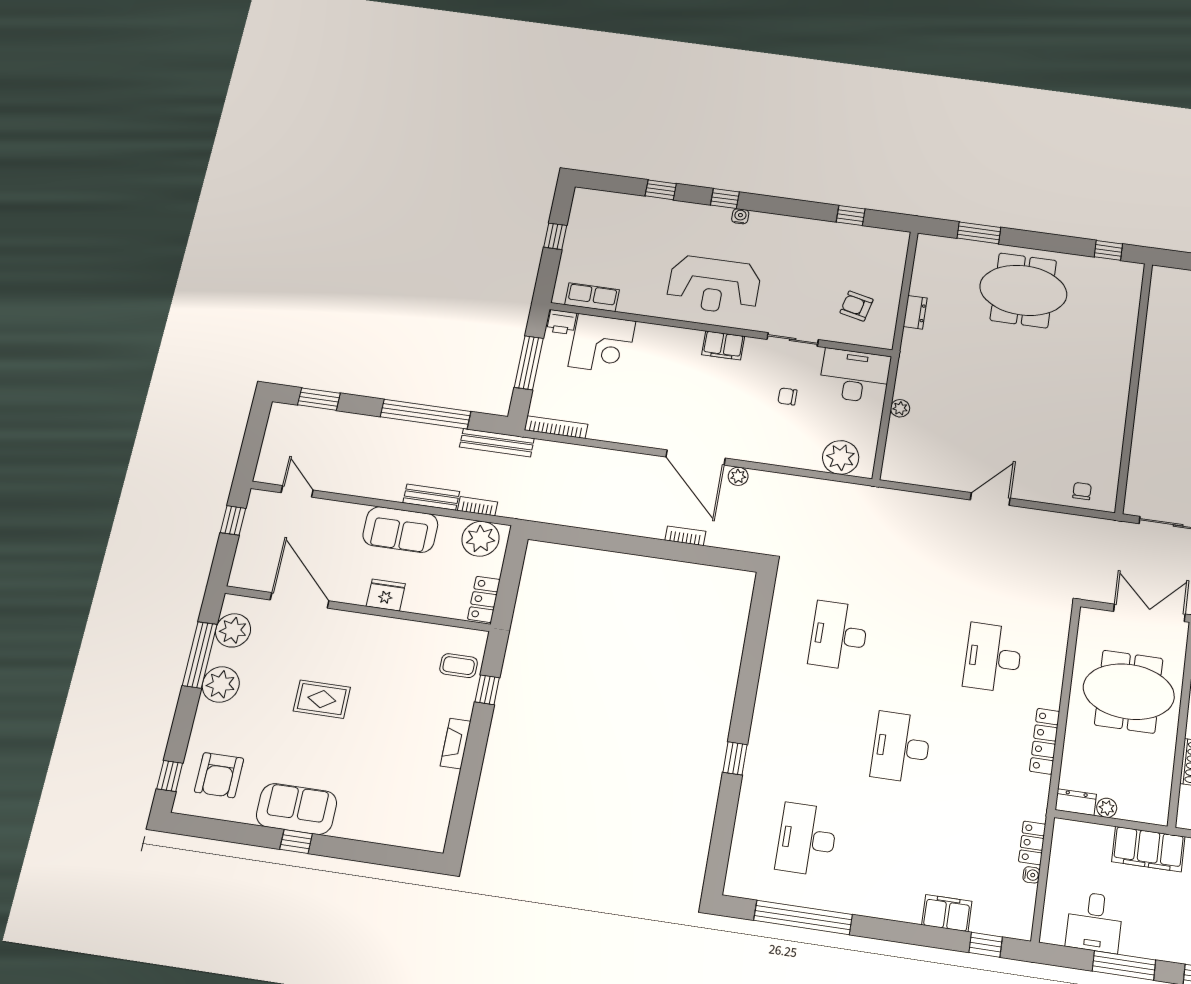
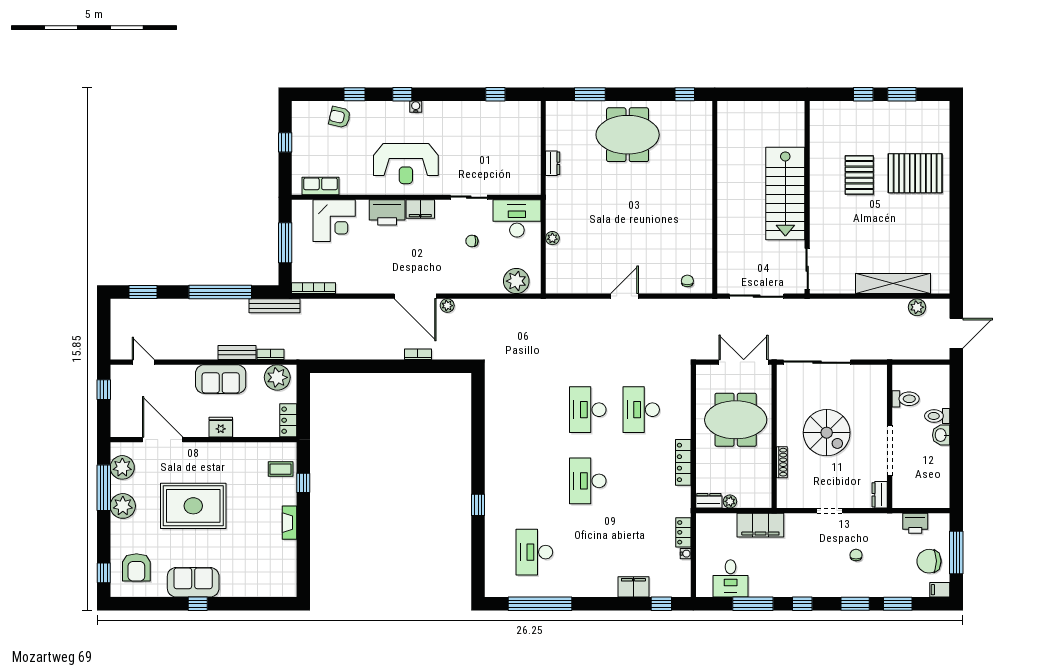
armchair: (857, 306) -> (340, 117), moved
printer: (562, 322) -> (387, 212), moved, width x1.87, depth x1.48
desk: (839, 635) -> (588, 410), moved
rug: (322, 699) -> (193, 506), width x1.86, depth x2.06

